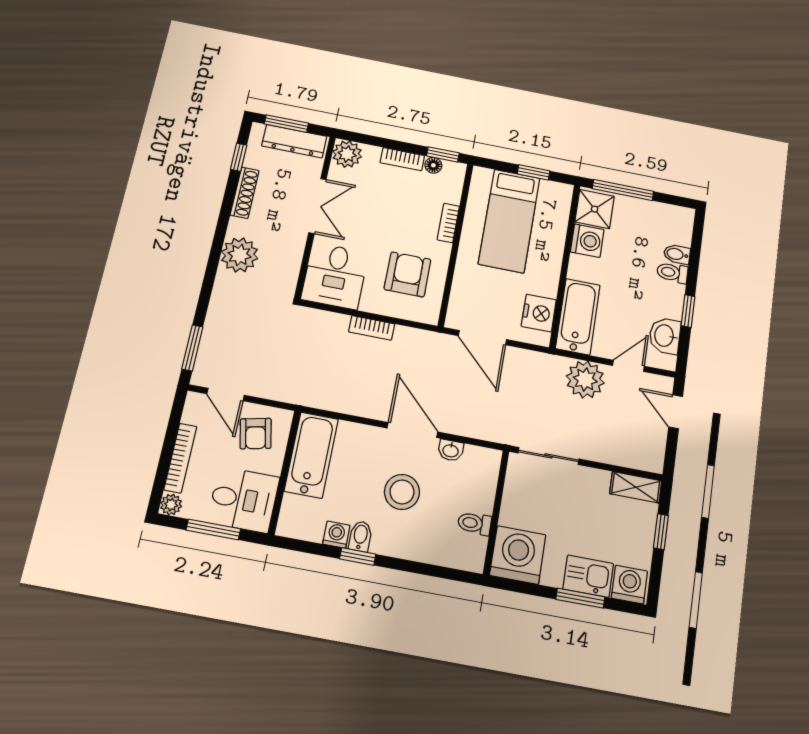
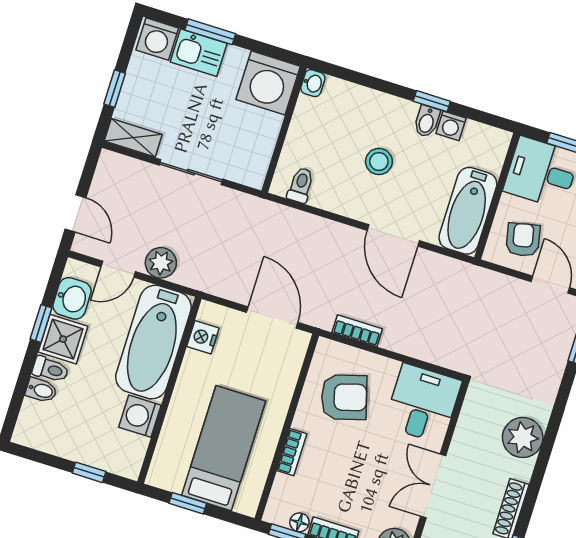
window: (623, 190) -> (89, 472), width x0.46
shower: (595, 209) -> (63, 339), moved
armchair: (407, 274) -> (344, 397), turned -106
nightstand: (539, 313) -> (203, 337), width x0.74, depth x0.75
bathtub: (578, 317) -> (153, 342), width x1.36, depth x1.36
bookcase: (372, 328) -> (357, 331), moved
plant: (585, 380) -> (161, 263), width x0.73, depth x0.73
door: (412, 430) -> (393, 235), moved
washbasin: (451, 450) -> (313, 83), moved, turned 90
sliding door: (548, 456) -> (191, 172), moved
stool: (402, 492) -> (379, 162), width x0.73, depth x0.73
toilet: (474, 523) -> (301, 185), moved, turned -90

